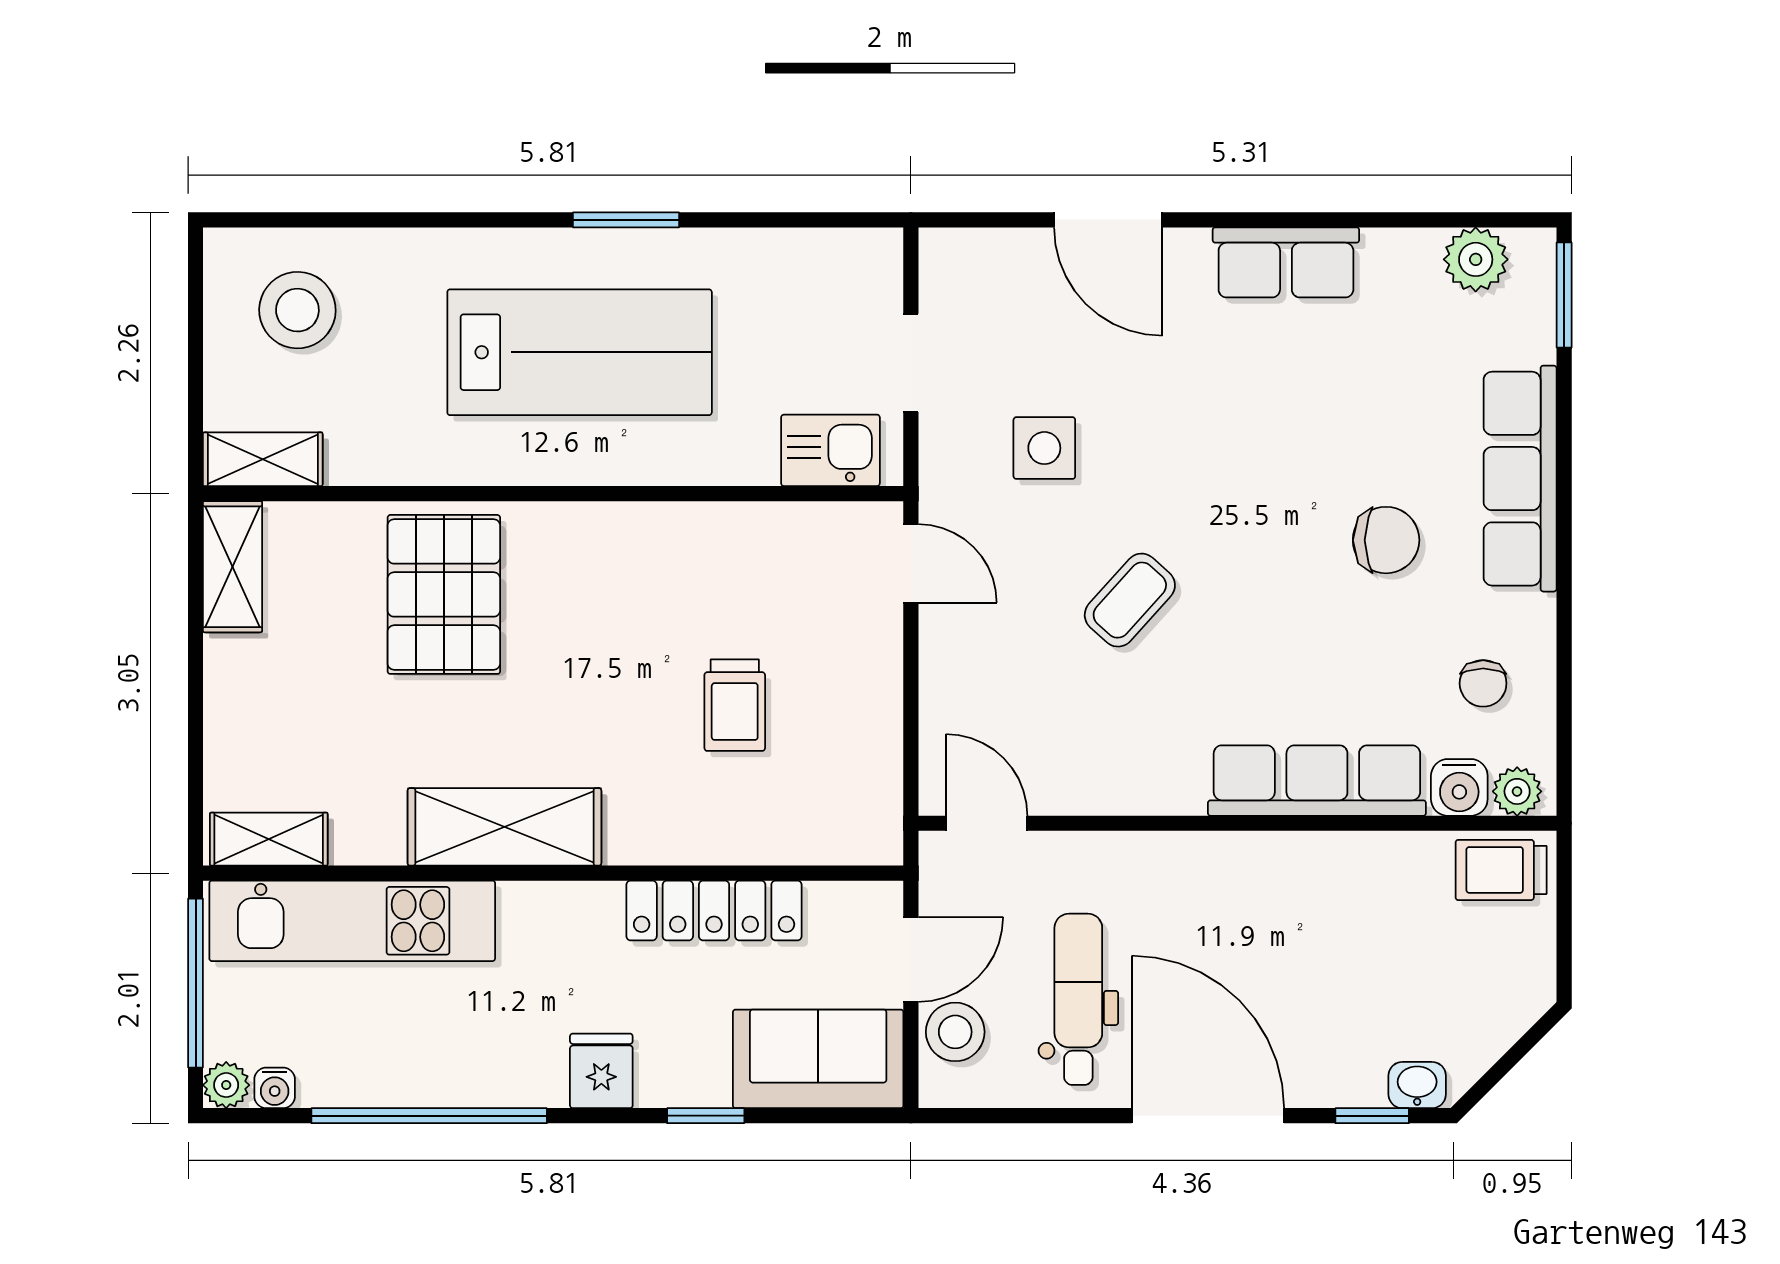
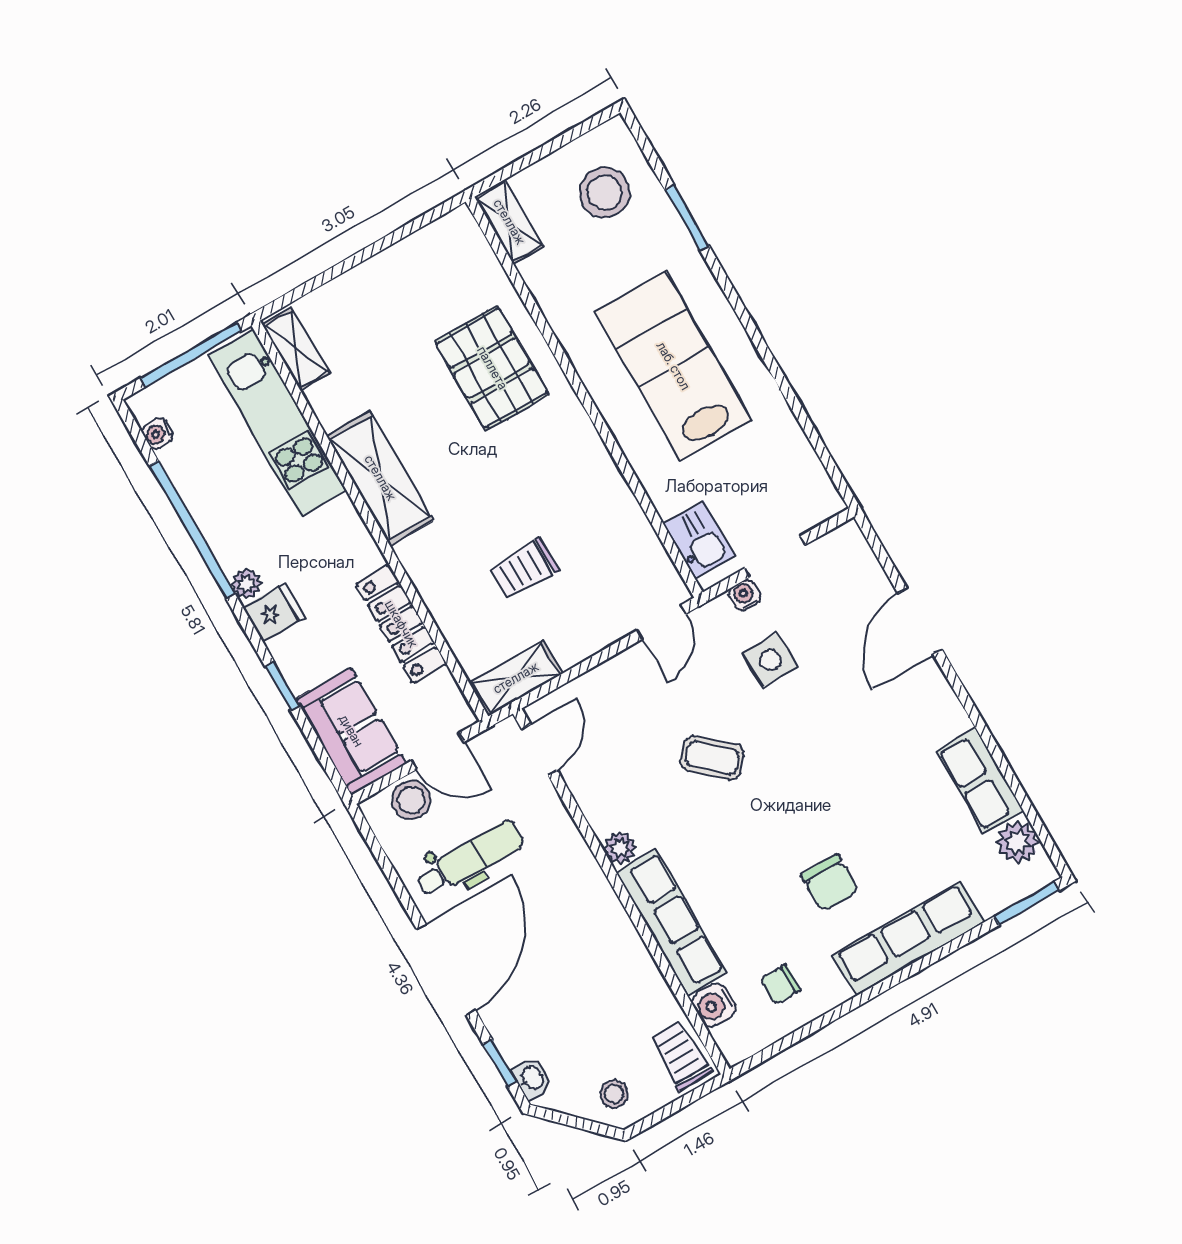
window: (626, 220) -> (687, 218), moved
row of seats: (1286, 262) -> (980, 781), moved
lab bench: (580, 352) -> (673, 366), turned 180
water cooler: (939, 433) -> (744, 595), added
shelving: (232, 567) -> (516, 678), moved
pallet: (444, 594) -> (492, 368), turned 90
plant: (1517, 791) -> (620, 848), moved
stool: (1501, 988) -> (614, 1094), added
plant: (226, 1085) -> (246, 584), moved

